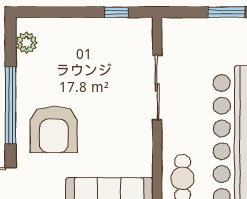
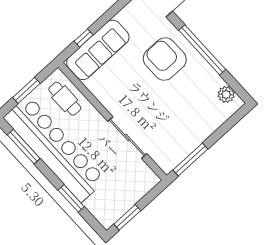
window: (117, 12) -> (190, 159), width x2.17

